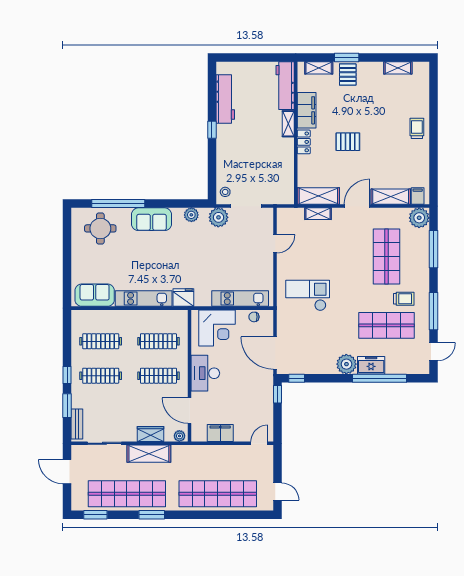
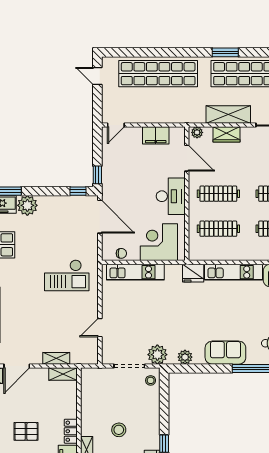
stool: (256, 143) -> (119, 430), added
shelving: (318, 196) -> (63, 374), width x0.67, depth x0.75

